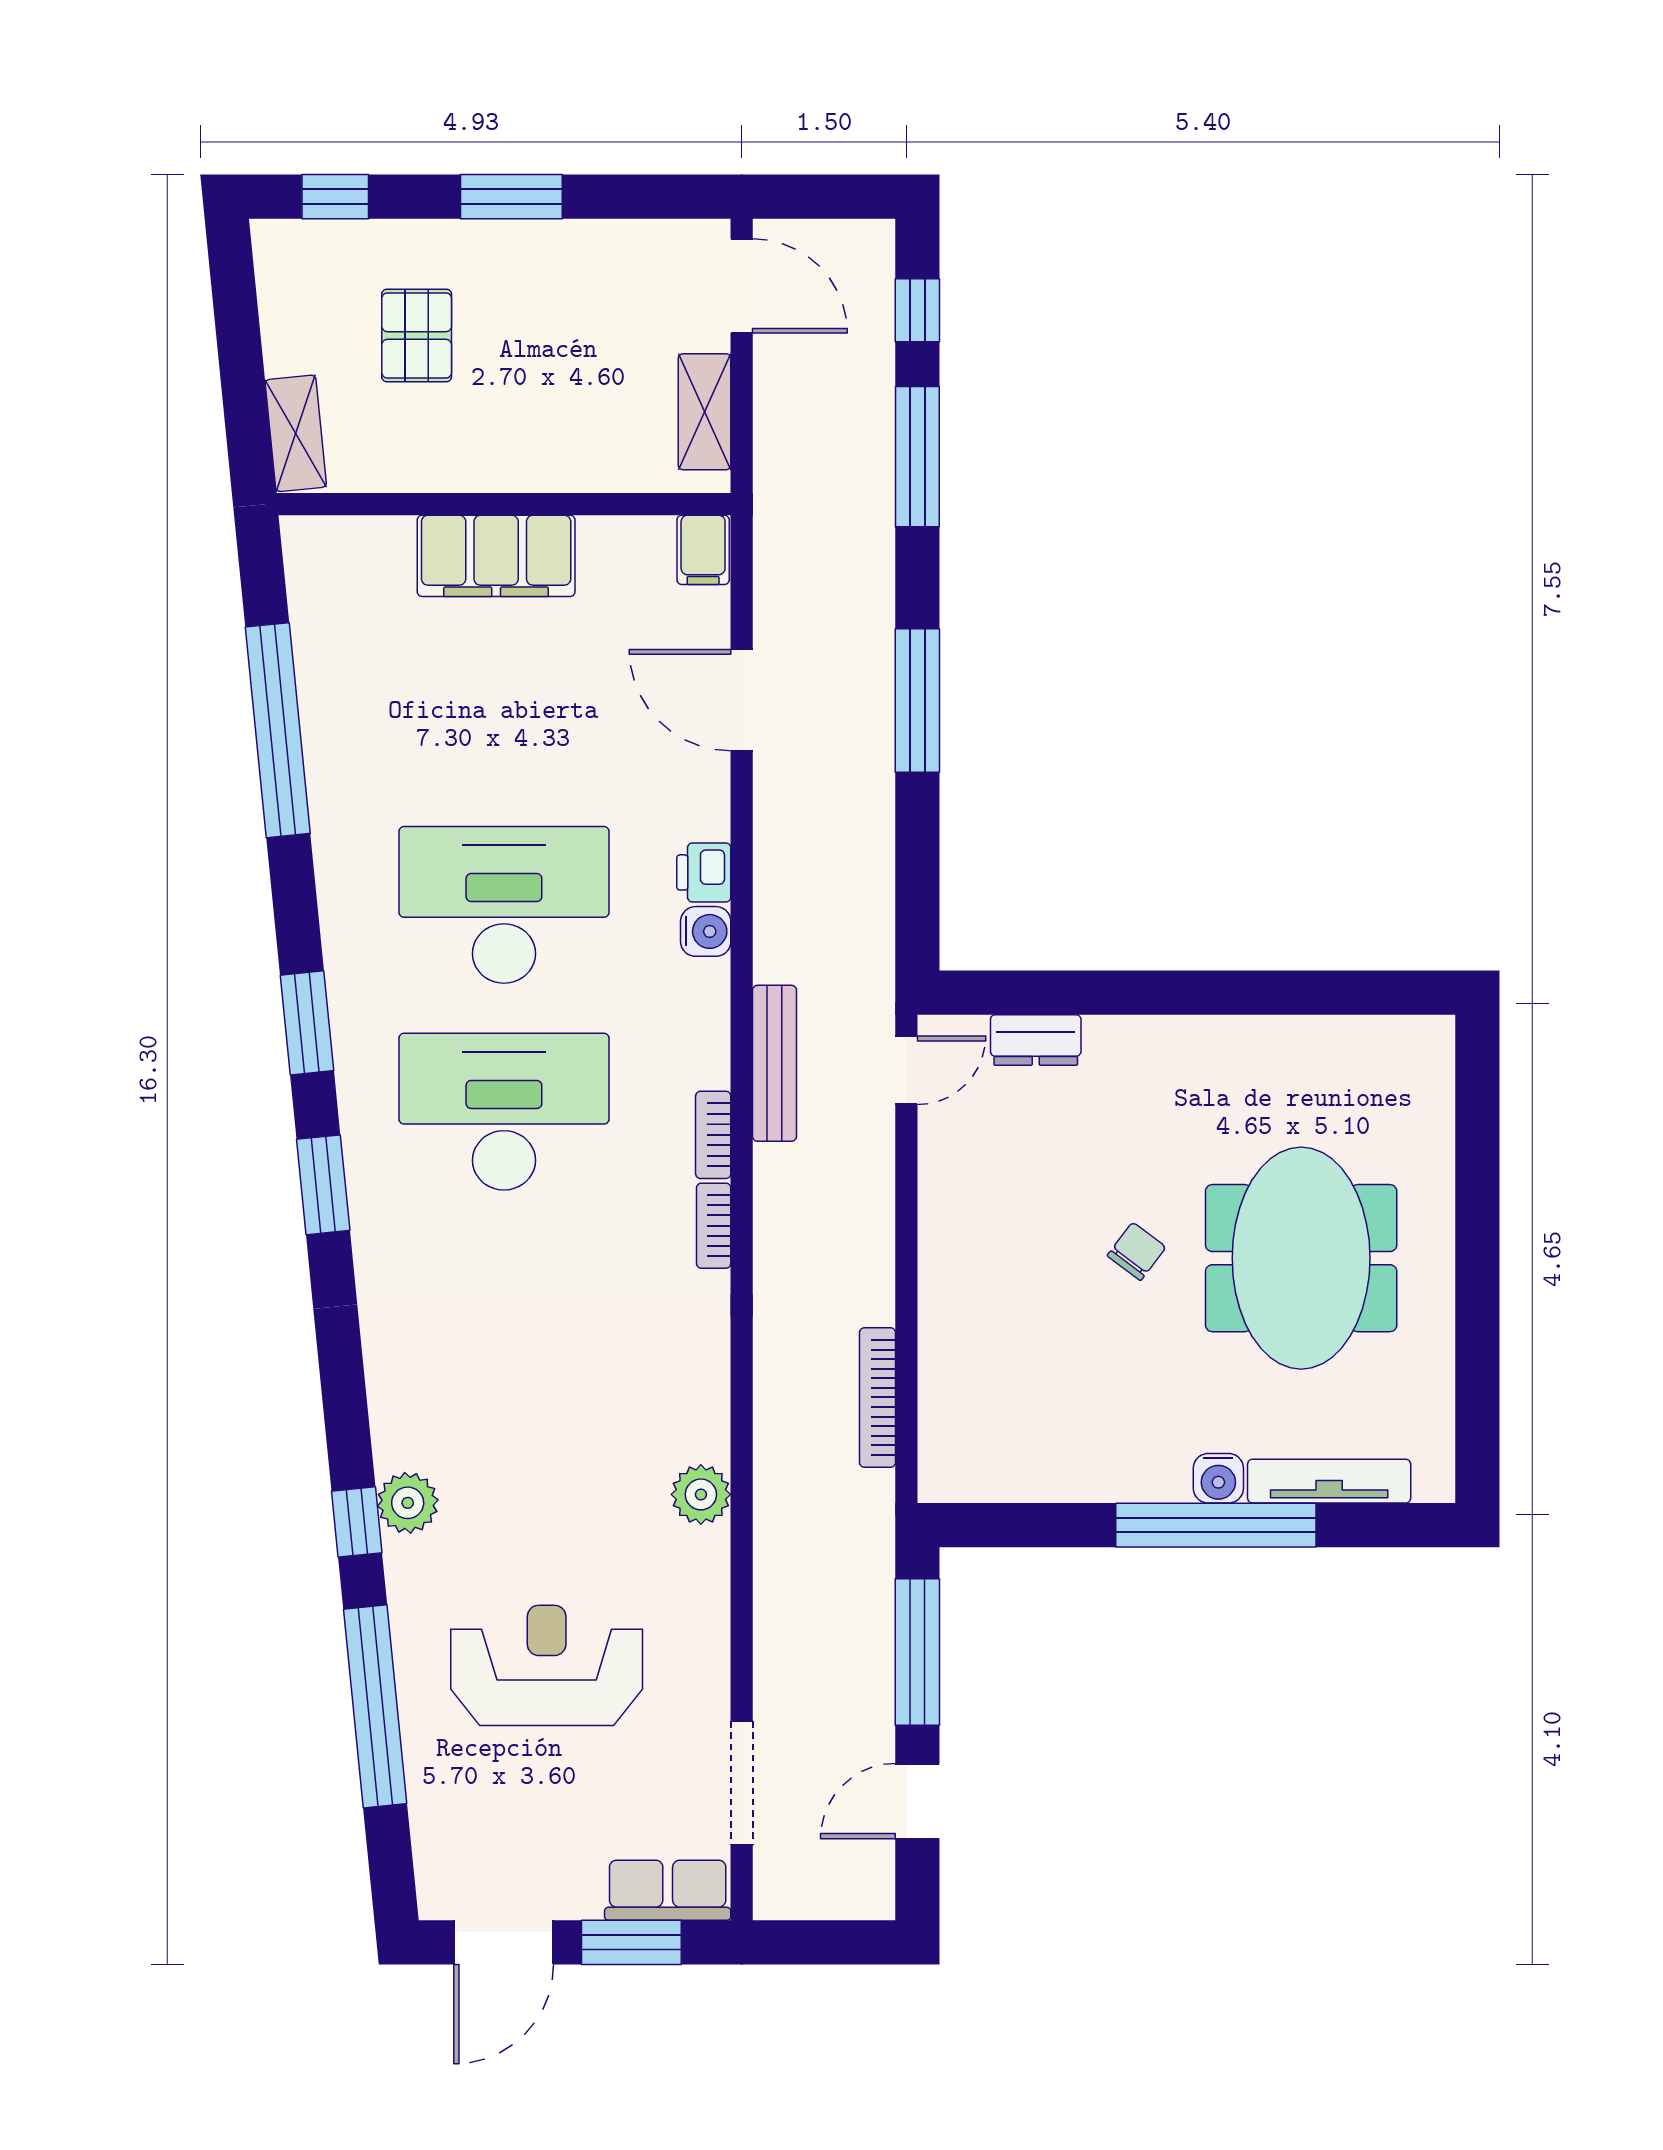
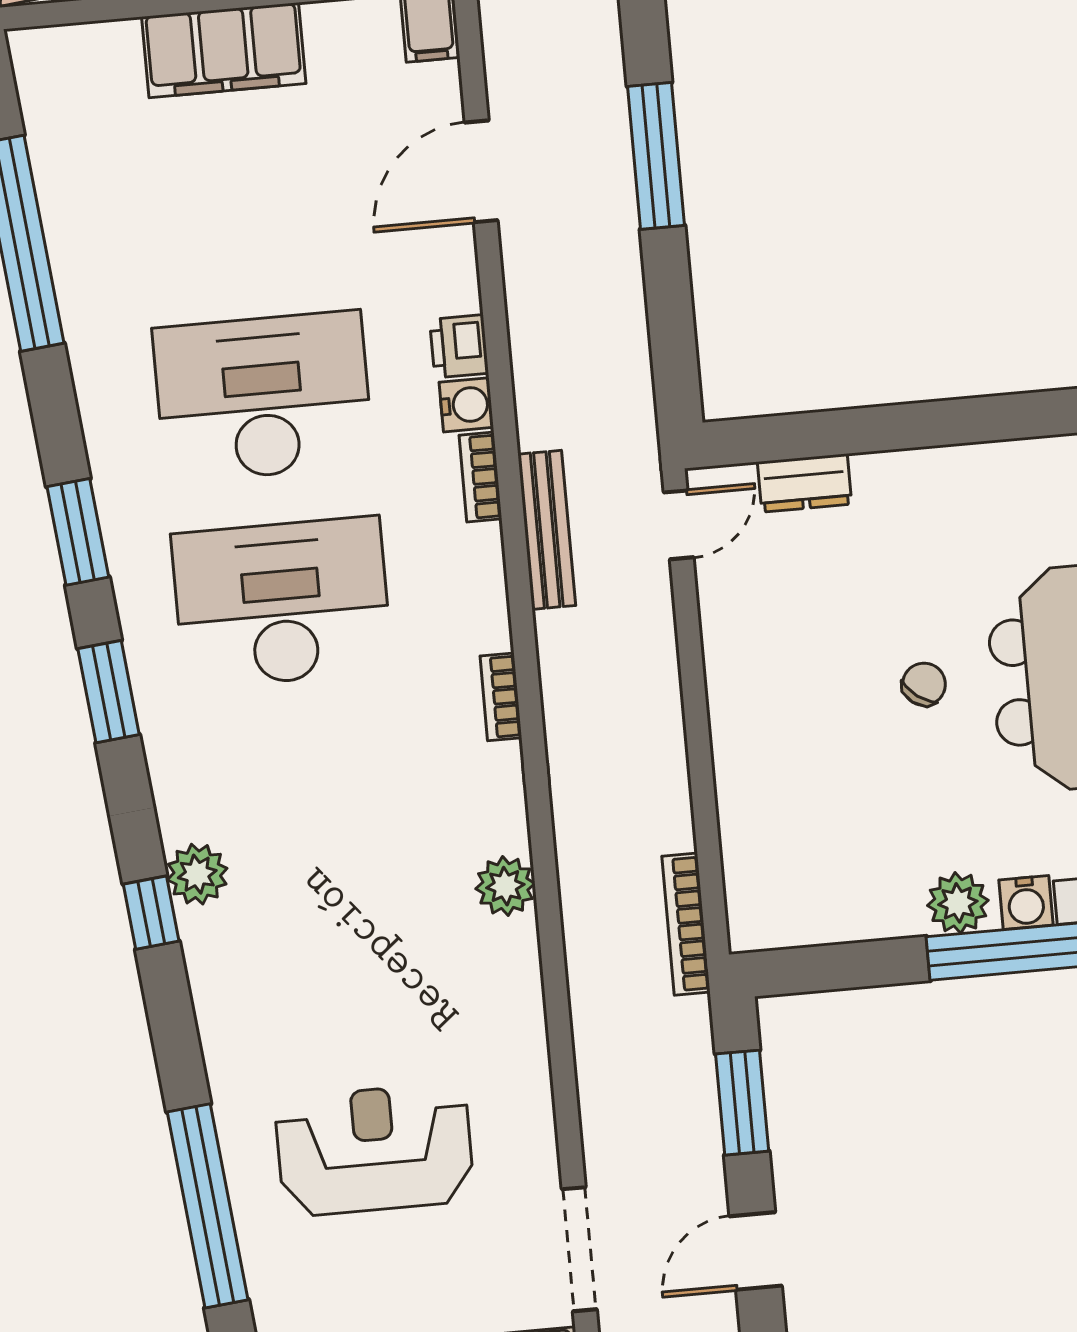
door: (742, 700) -> (481, 171), hinge flipped
bookcase: (713, 1135) -> (480, 477), moved
bookcase: (878, 1397) -> (686, 924), moved
plant: (1151, 1473) -> (958, 903), added
plant: (701, 1494) -> (505, 886), moved
plant: (408, 1503) -> (197, 874), moved
window: (357, 1522) -> (151, 913), moved
window: (917, 1652) -> (742, 1103), width x0.69

